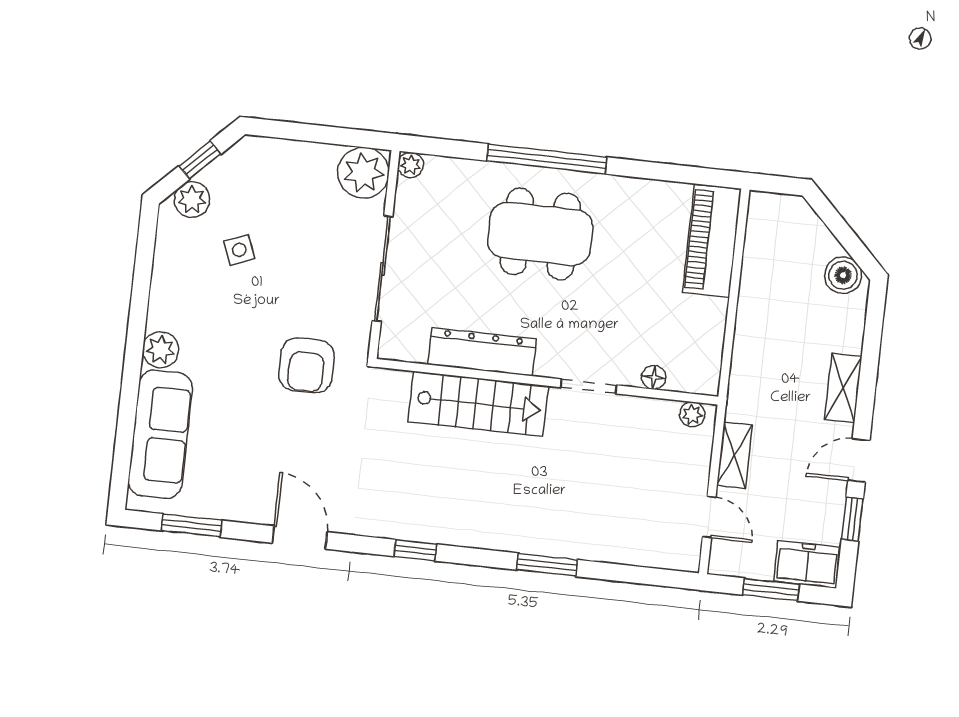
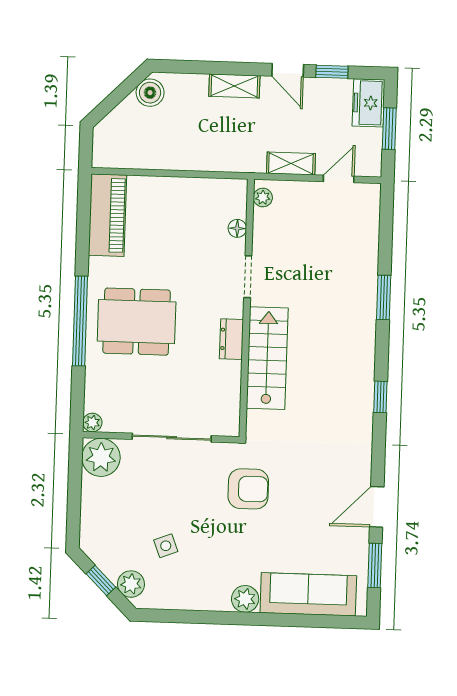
dining table: (540, 234) -> (137, 322), turned 90
piano: (712, 241) -> (108, 215), moved, turned -90
dresser: (482, 352) -> (231, 339), width x0.51, depth x0.80
door: (300, 537) -> (377, 507), moved

